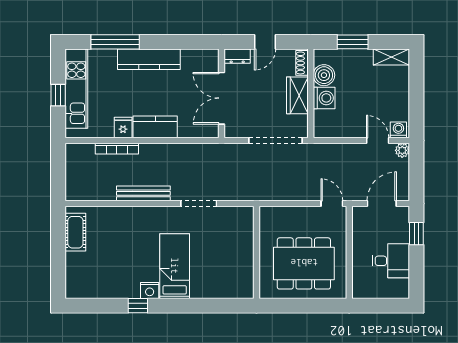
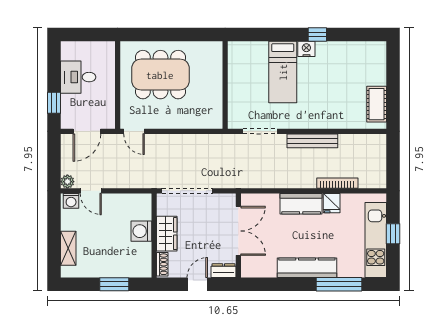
shelving: (391, 57) -> (68, 248), moved, turned 90
boiler: (324, 75) -> (141, 253), removed
wall: (257, 252) -> (225, 85), moved

